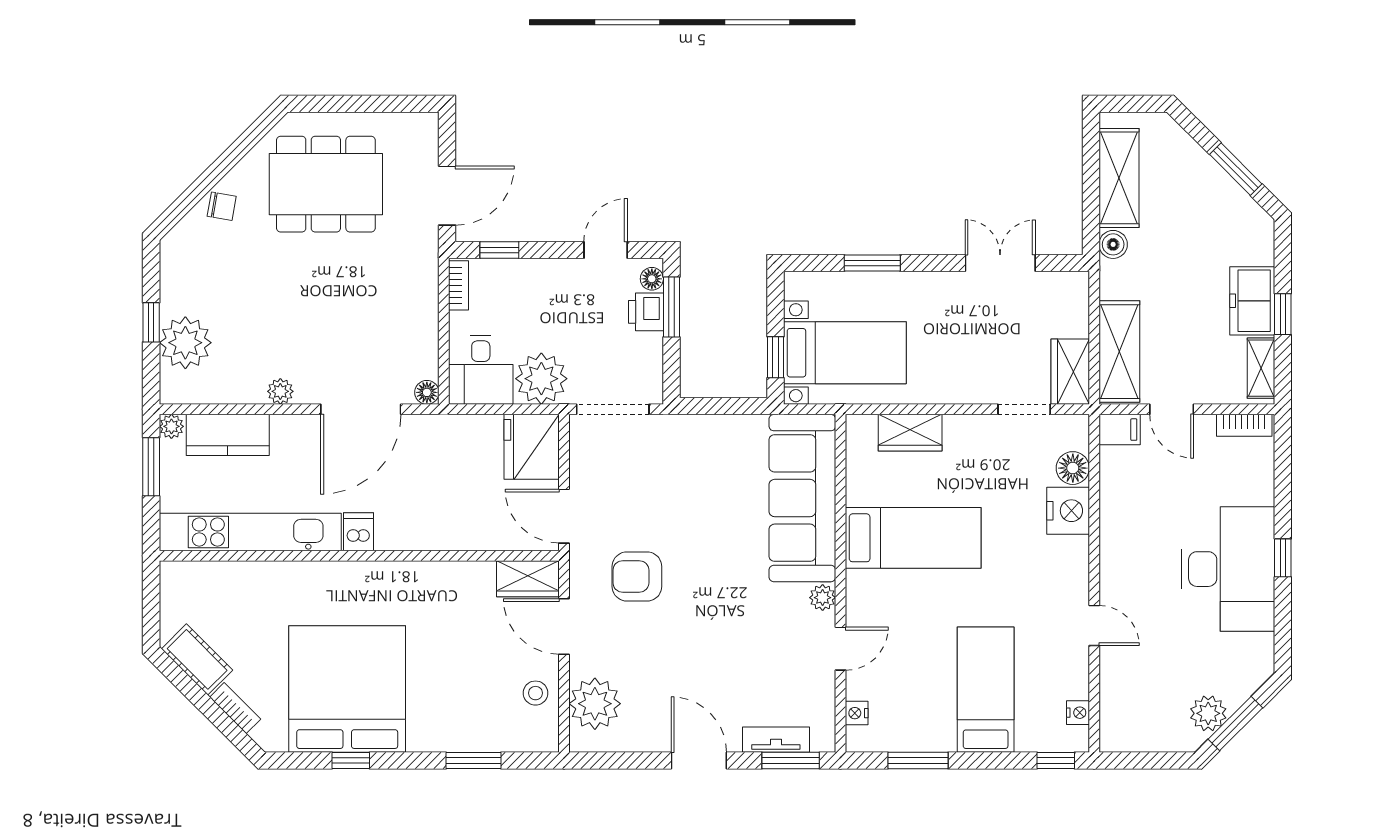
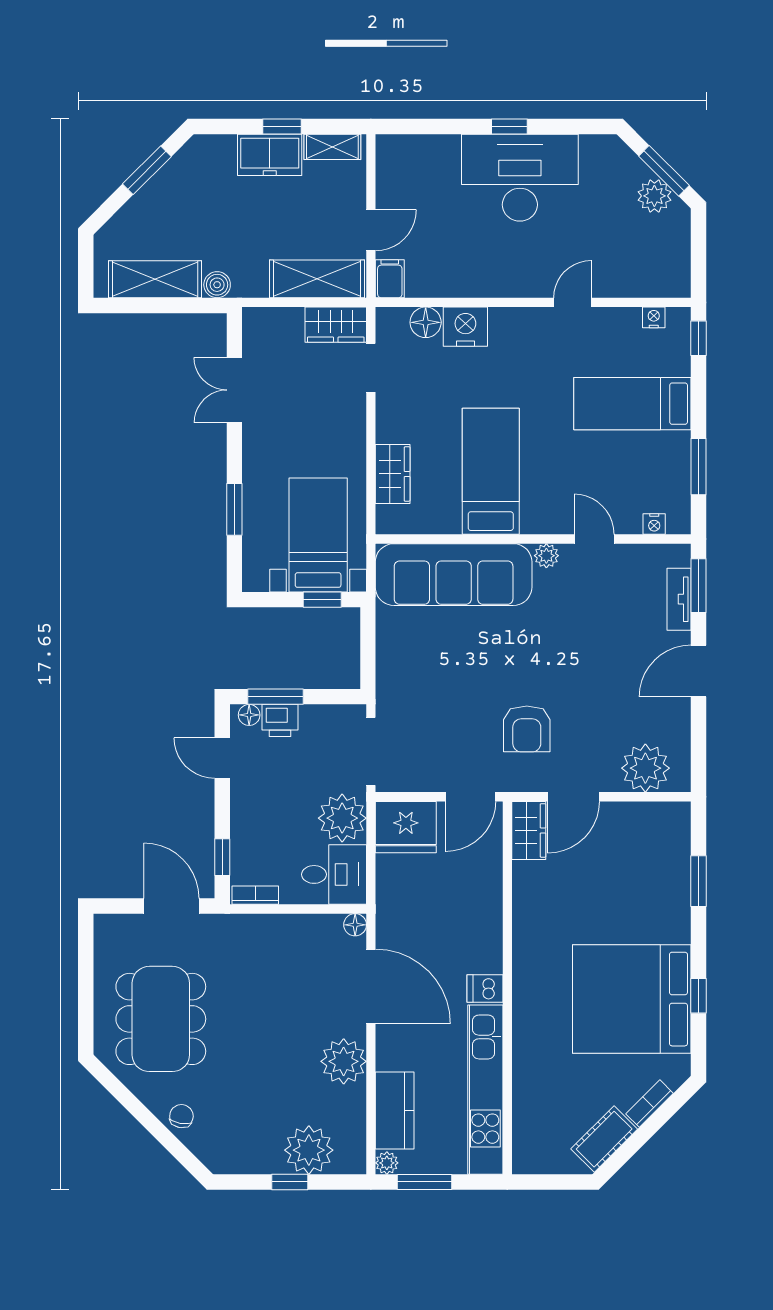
plant: (280, 391) -> (344, 1061), width x1.87, depth x1.87
bookcase: (1244, 425) -> (386, 162), removed
stool: (536, 693) -> (635, 823), removed

